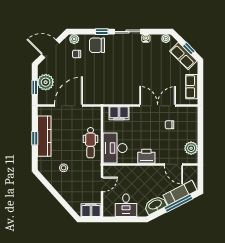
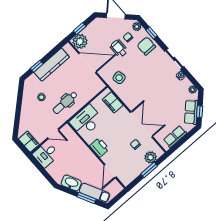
window: (102, 32) -> (152, 33), moved
wheelchair: (79, 69) -> (119, 48), added
plant: (46, 82) -> (80, 41), moved
side table: (103, 90) -> (119, 78), added
window: (200, 132) -> (149, 170), added
window: (35, 138) -> (37, 66), moved
dental chair: (91, 143) -> (65, 103), moved
plant: (191, 148) -> (151, 157), moved
window: (178, 203) -> (86, 198), width x0.69
desk: (126, 205) -> (46, 154), moved

